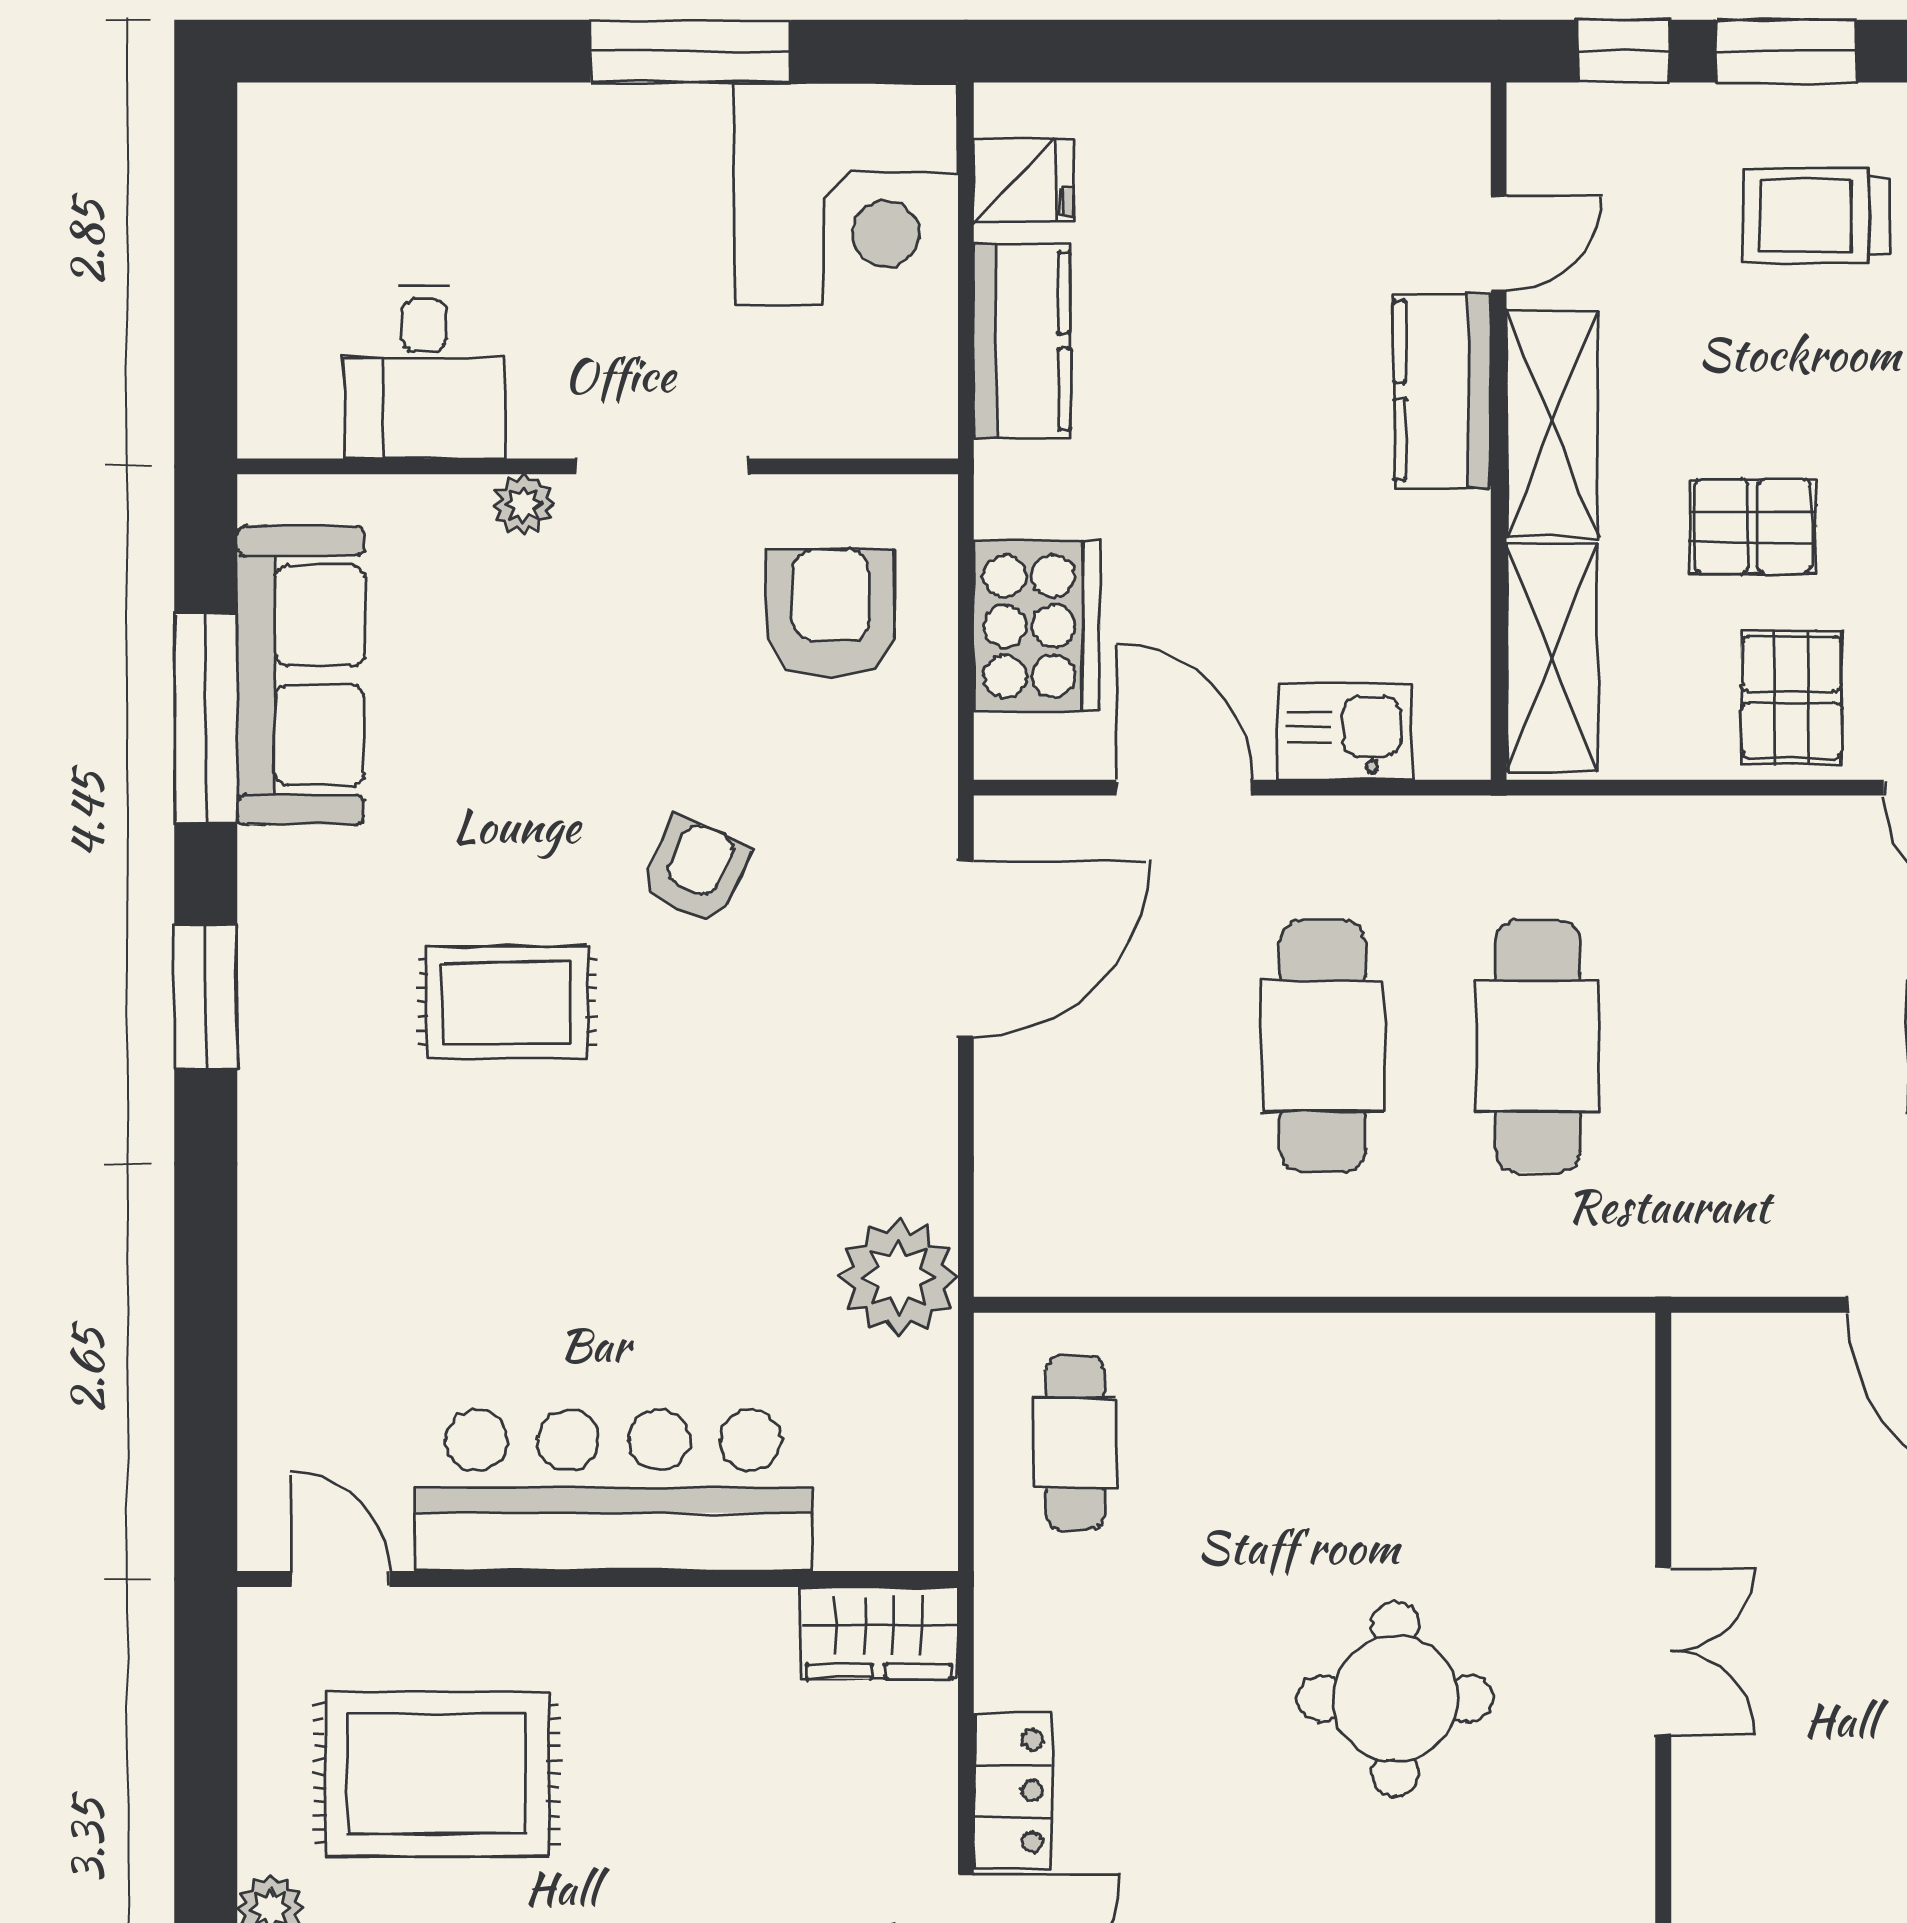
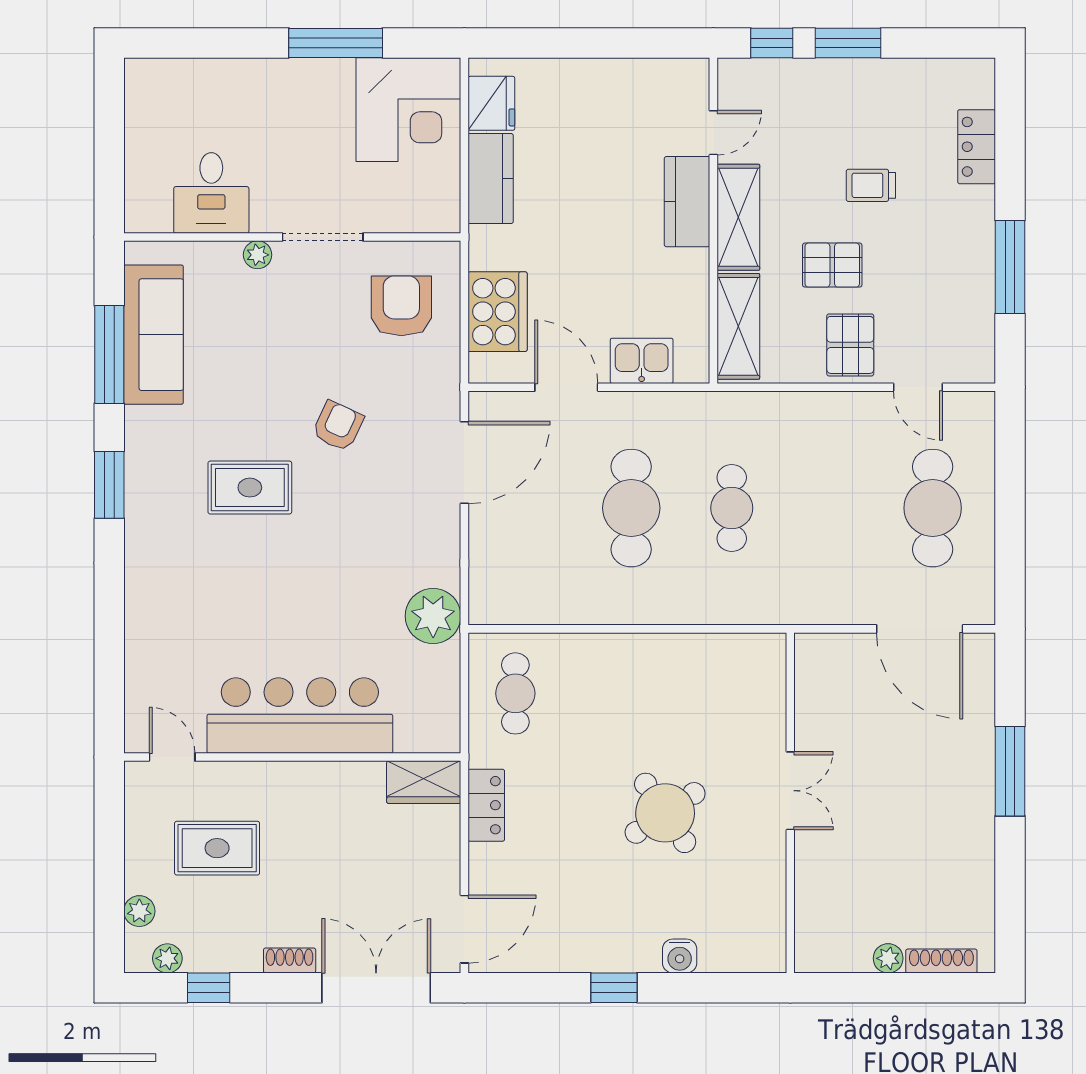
fridge: (1024, 180) -> (491, 103), width x1.38
trolley: (1816, 216) -> (871, 185), moved, width x0.73, depth x0.72
cafe table: (1538, 1046) -> (732, 508), width x0.73, depth x0.74
round table: (1395, 1699) -> (665, 813), turned -34
rug: (437, 1774) -> (217, 848), width x0.73, depth x0.70
locker: (1013, 1791) -> (486, 805), moved

